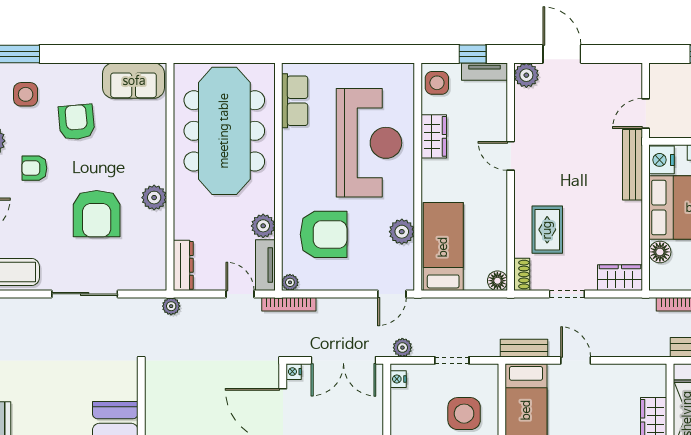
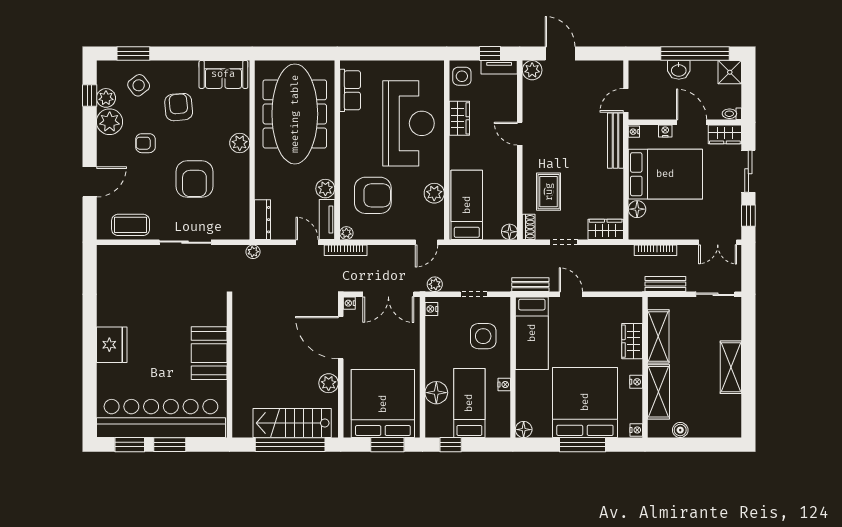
side table: (26, 94) -> (139, 85), turned -37
nightstand: (662, 160) -> (634, 132), width x0.53, depth x0.56
plant: (154, 198) -> (240, 143), moved

